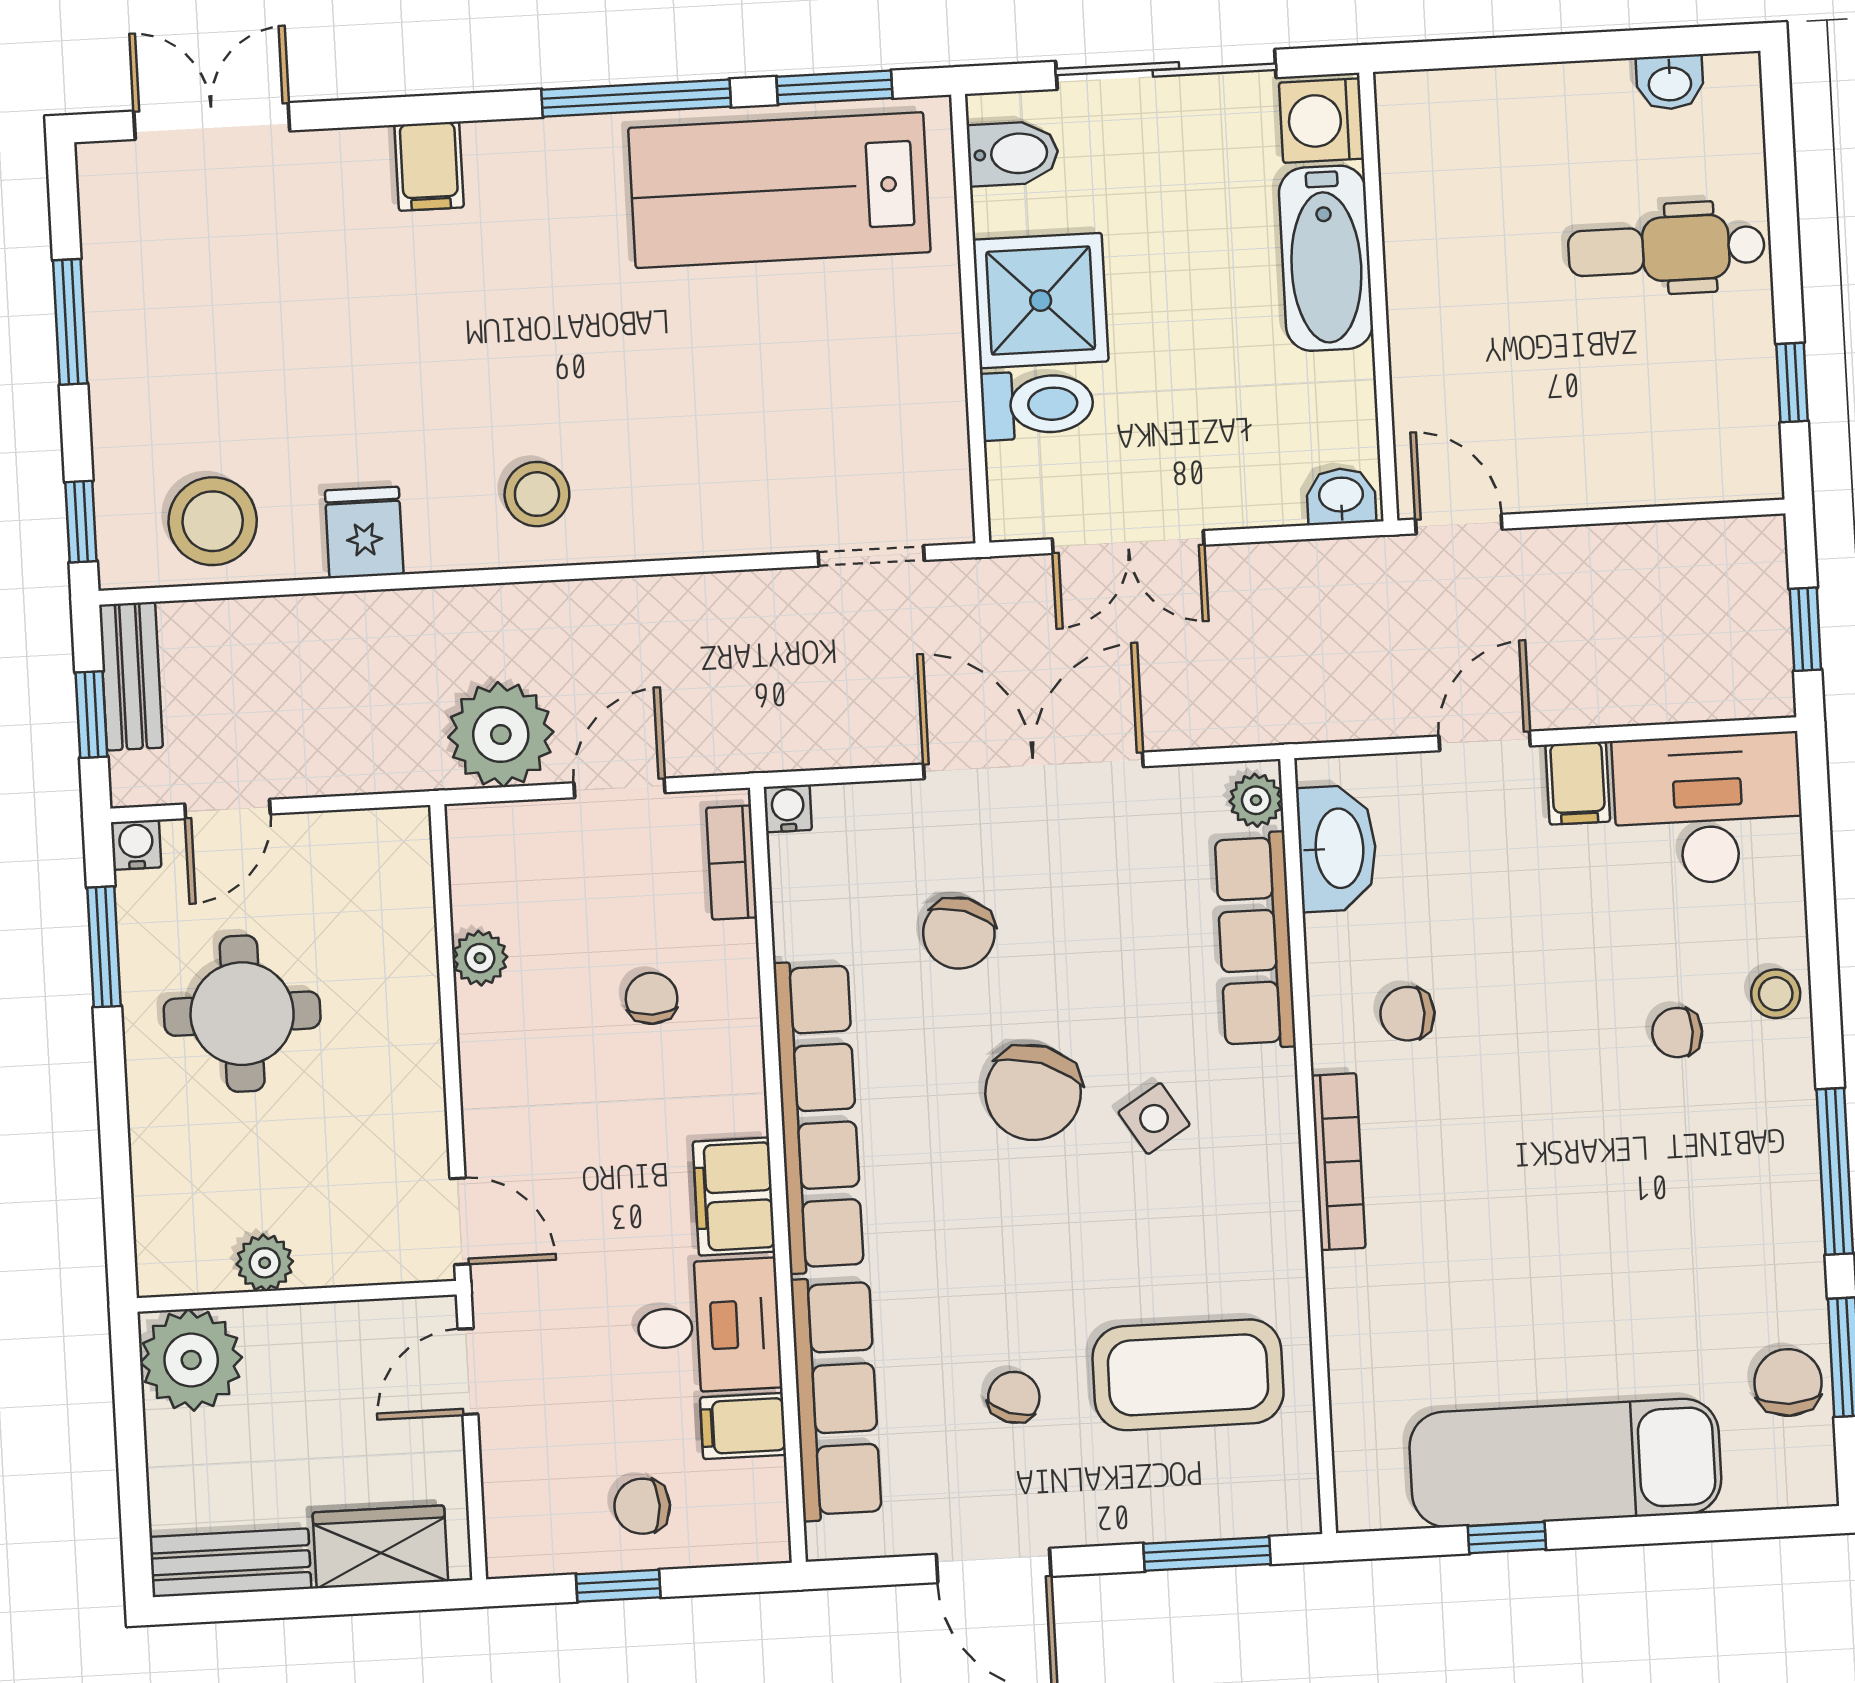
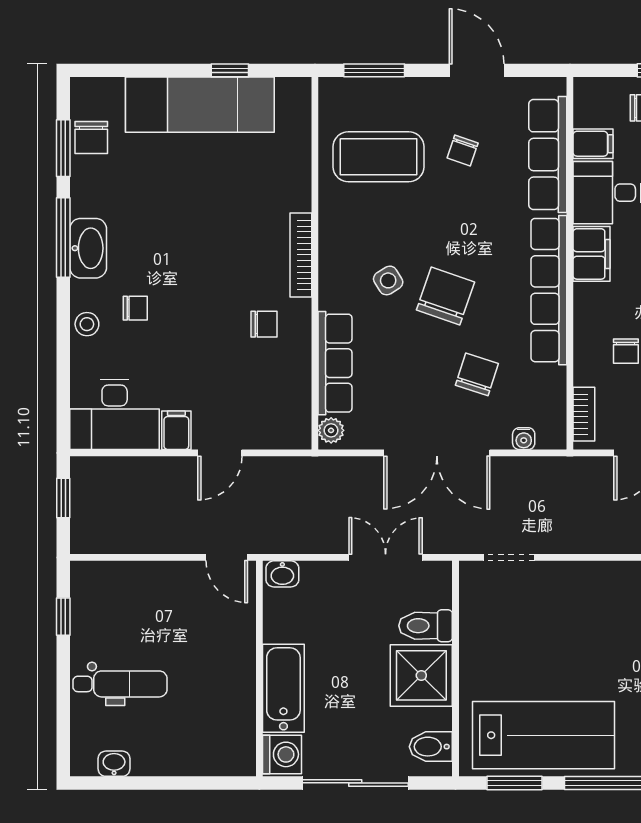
water cooler: (788, 808) -> (524, 439), moved
washbasin: (1337, 848) -> (88, 248), moved, turned 180

